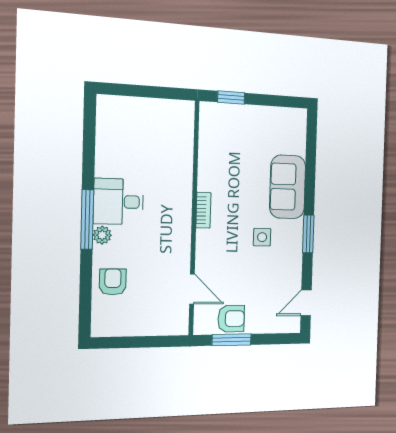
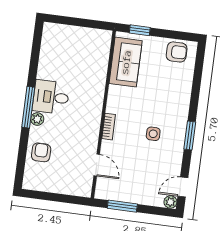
sofa: (288, 187) -> (126, 62), moved, turned 180
bookcase: (203, 210) -> (109, 127), moved
armchair: (231, 319) -> (177, 52), moved
plant: (292, 325) -> (170, 202), added

